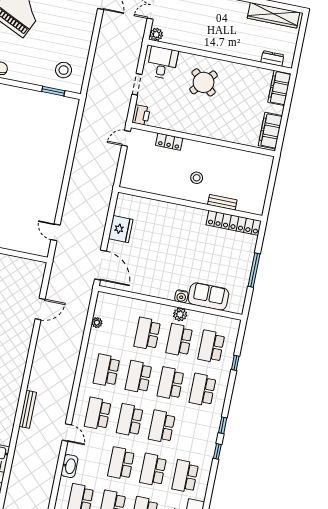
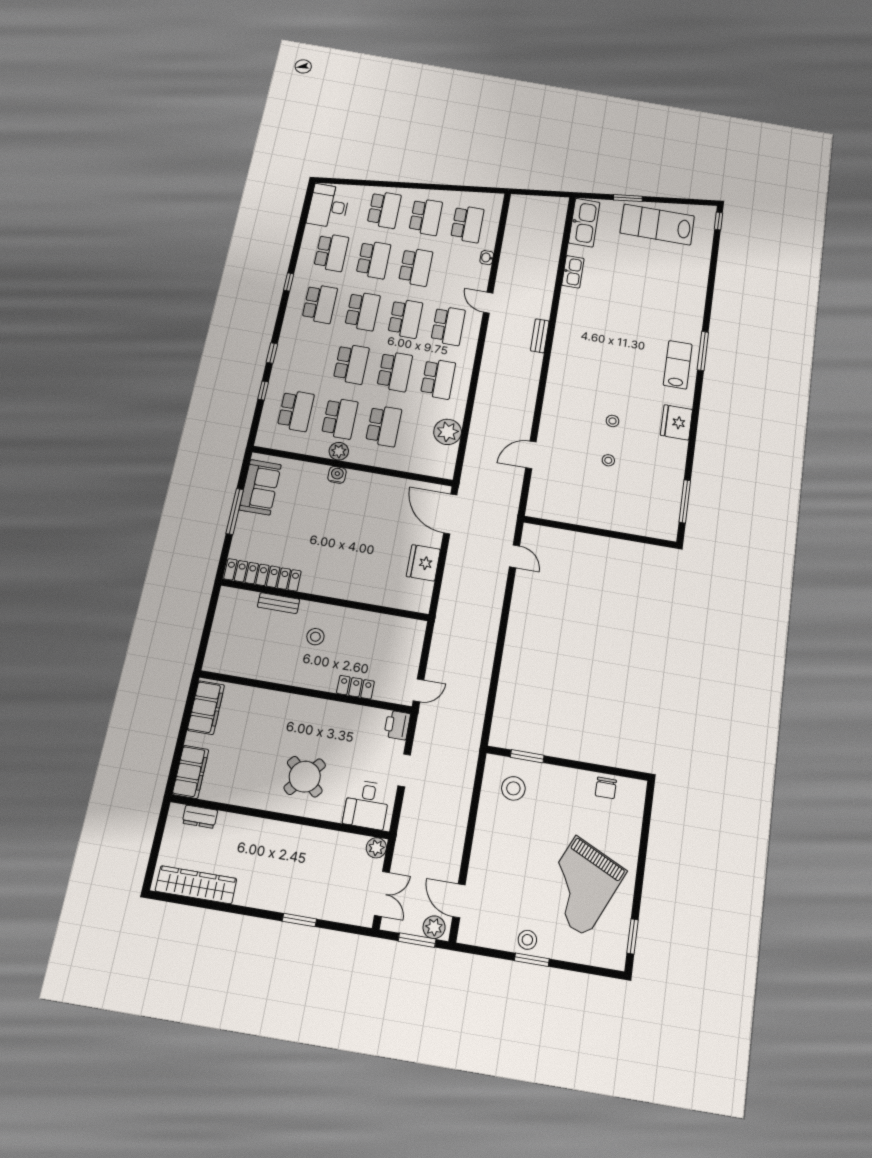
sofa: (208, 296) -> (260, 487), moved, turned -90
plant: (97, 323) -> (448, 432), width x1.87, depth x1.87
school desk: (203, 390) -> (320, 304), moved
bench: (28, 409) -> (540, 336), width x0.73
window: (223, 425) -> (272, 353), moved
washbasin: (69, 466) -> (487, 258), width x0.52, depth x0.69

